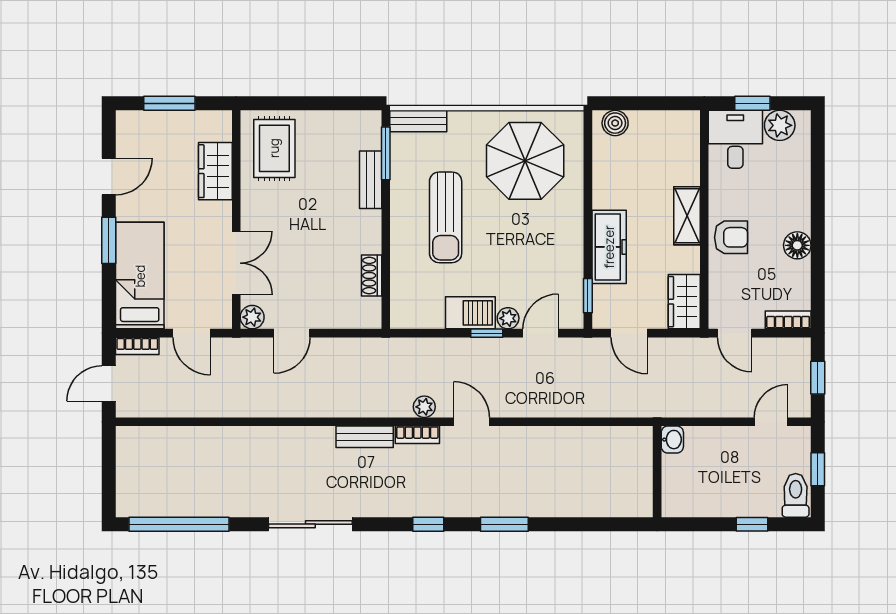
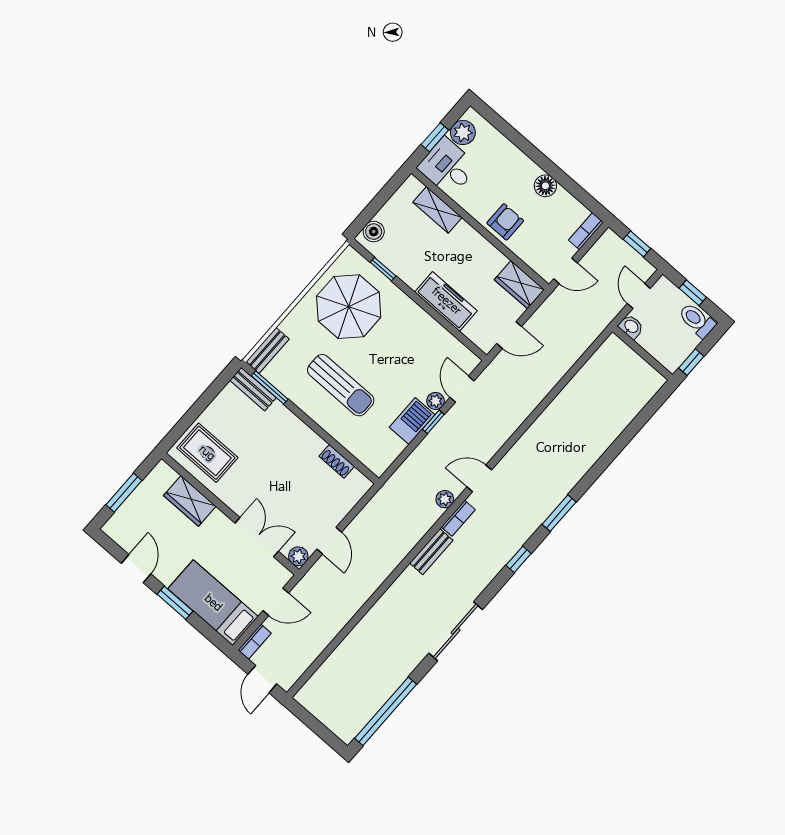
bench: (371, 180) -> (253, 389), moved
shelving: (687, 216) -> (437, 210), moved
window: (588, 296) -> (383, 269), moved
washbasin: (672, 440) -> (631, 327), moved
wall: (657, 472) -> (643, 353), moved

